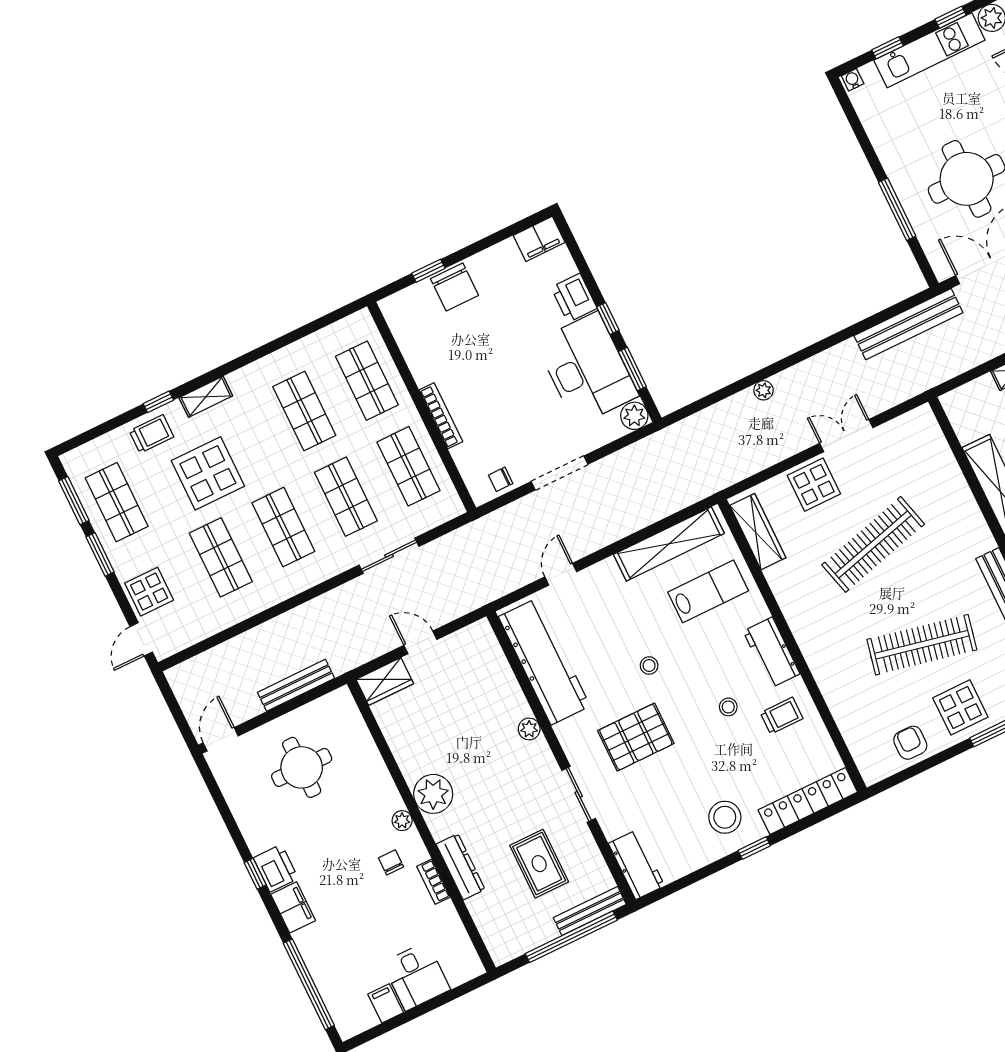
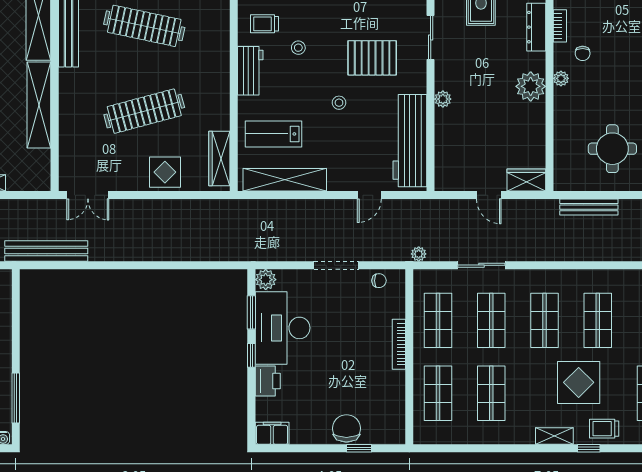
window: (897, 209) -> (16, 398), moved
plant: (764, 390) -> (419, 254), moved
double door: (846, 436) -> (88, 195), moved

